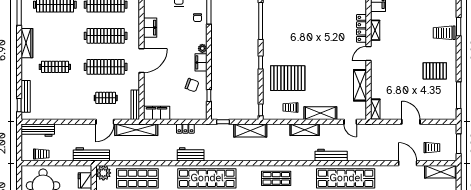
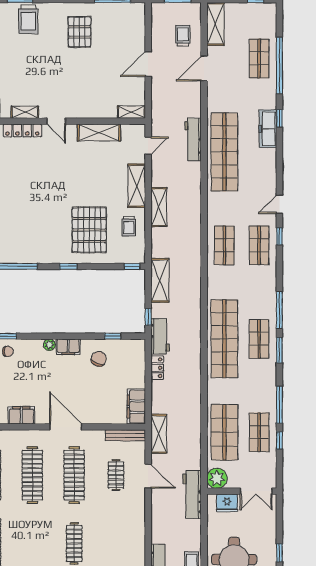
shelving: (136, 130) -> (159, 434), width x0.68
workbench: (191, 154) -> (160, 336), moved, turned 180
workbench: (331, 155) -> (193, 139), moved

